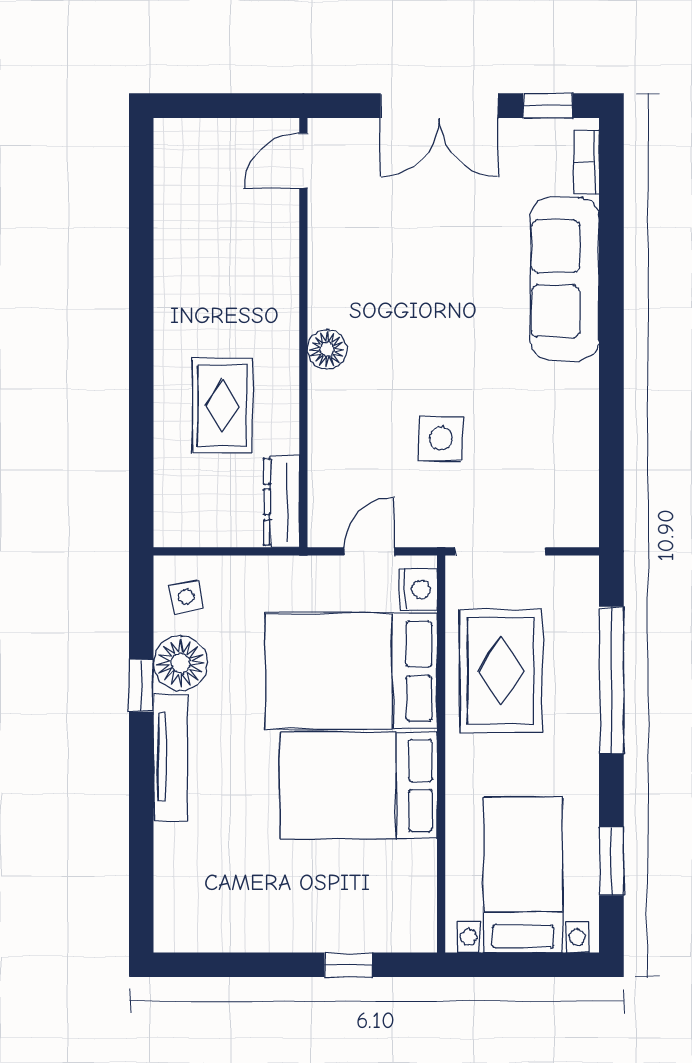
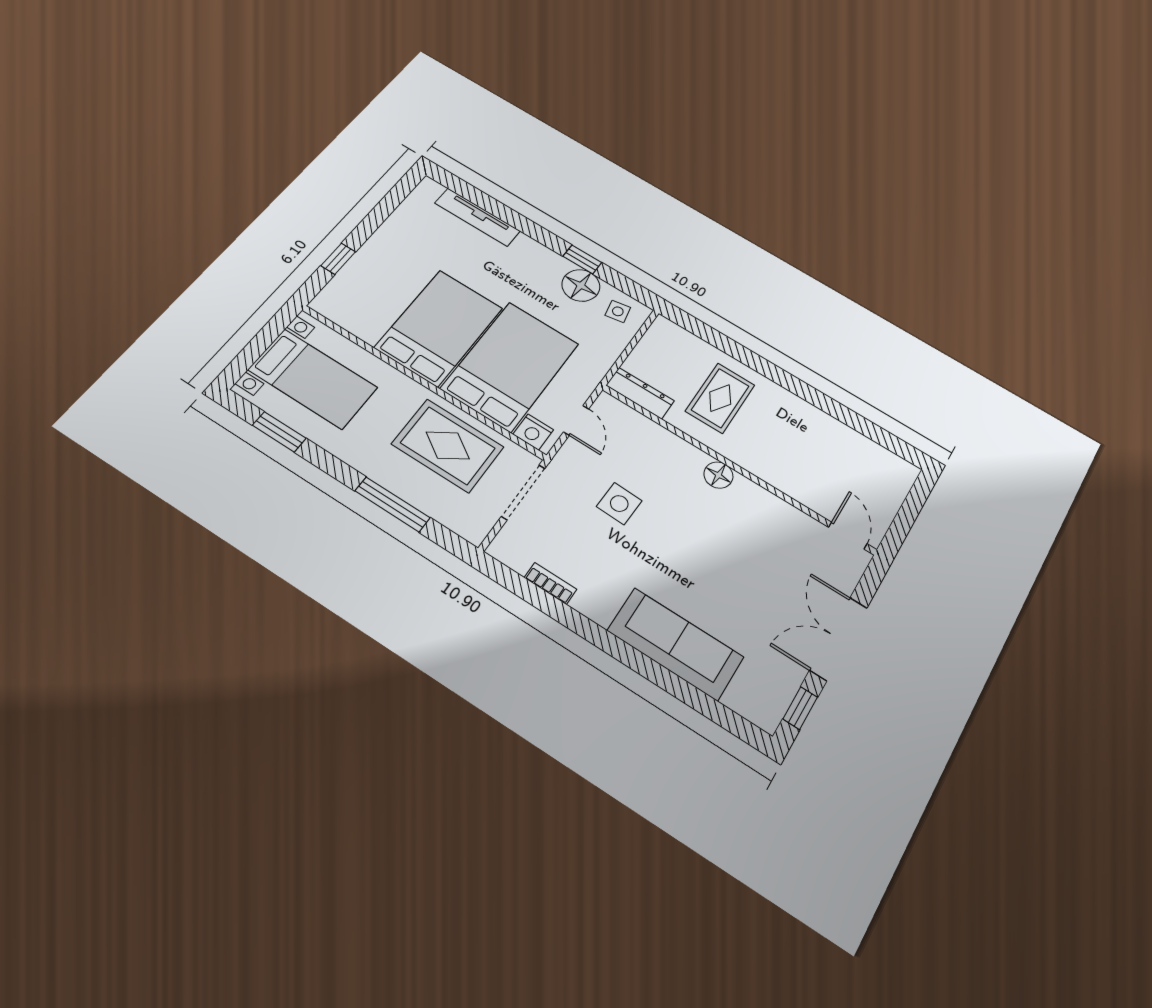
bookcase: (586, 162) -> (550, 583), moved
rug: (222, 406) -> (720, 398), turned 90
window: (611, 680) -> (392, 504), width x0.68
tv unit: (171, 757) -> (477, 217), moved

